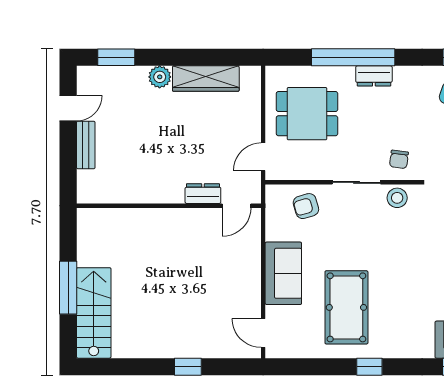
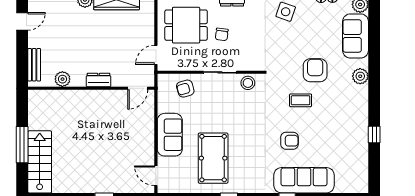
bench: (86, 145) -> (34, 65), moved
chair: (399, 159) -> (222, 34), moved
plant: (127, 192) -> (62, 79), added
dresser: (203, 194) -> (98, 80), moved

